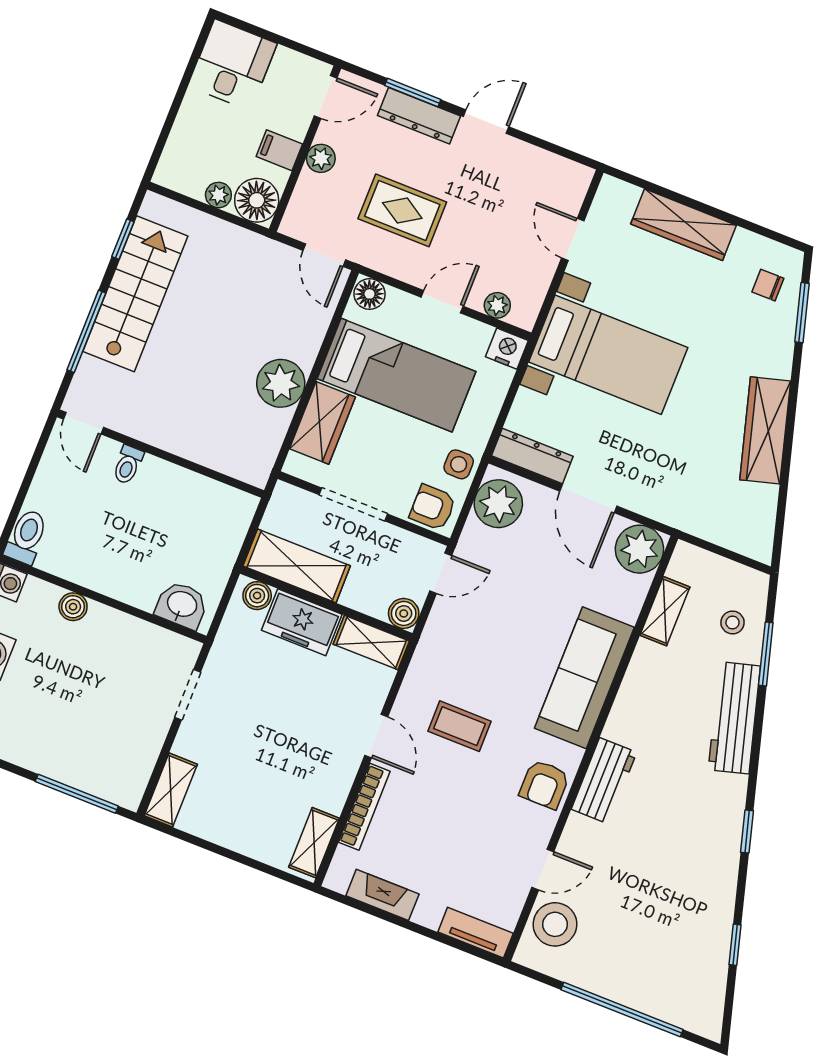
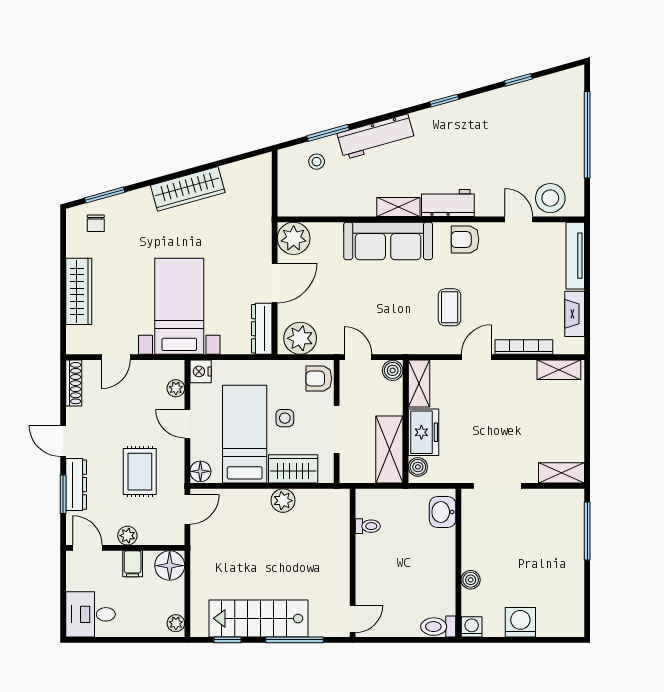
shoe rack: (560, 168) -> (74, 383), added
plant: (218, 195) -> (176, 623), moved
plant: (281, 383) -> (283, 501), width x0.73, depth x0.73
side table: (459, 464) -> (285, 418), moved
toilet: (128, 465) -> (368, 526), moved
armchair: (433, 507) -> (319, 379), turned 90
shelving: (665, 611) -> (398, 207), moved
doorway: (188, 695) -> (497, 486), width x1.38
armchair: (544, 784) -> (465, 240), turned 180
tv unit: (476, 933) -> (575, 256), width x1.41

